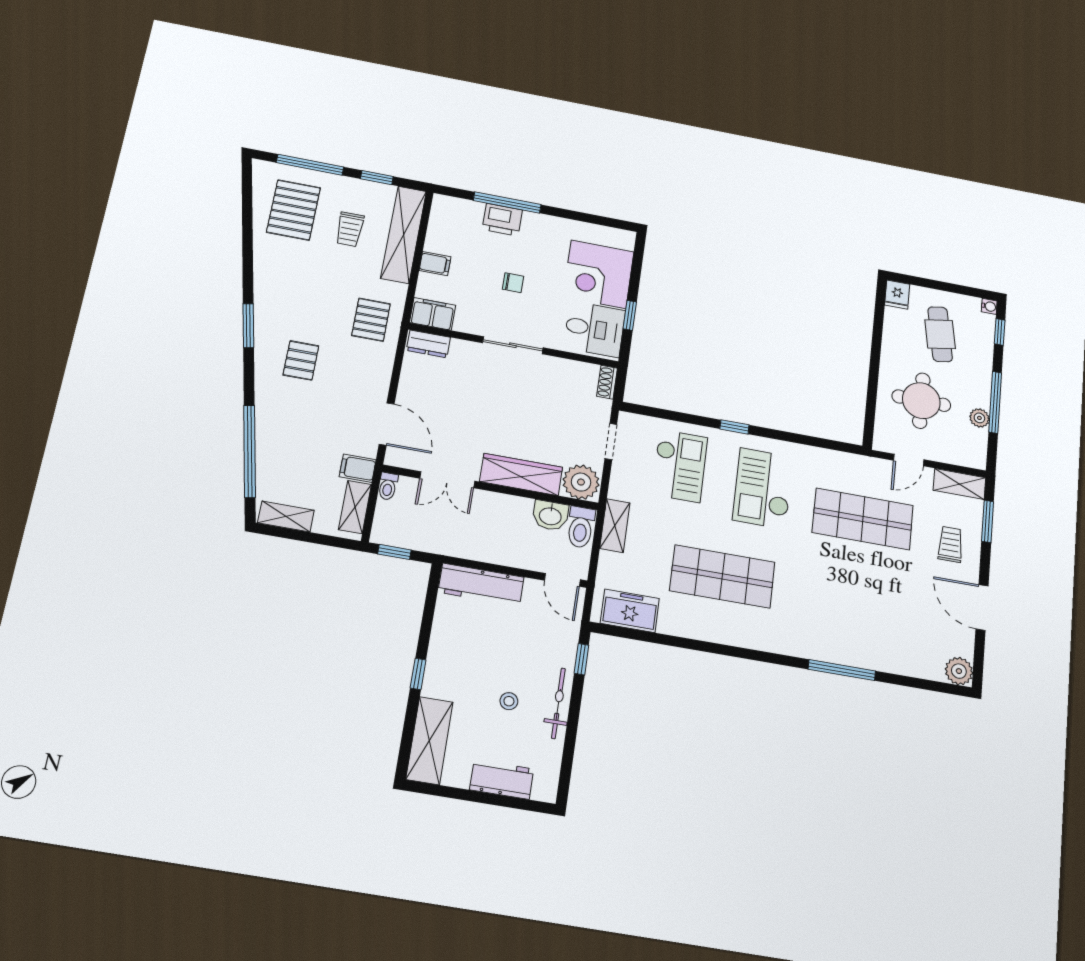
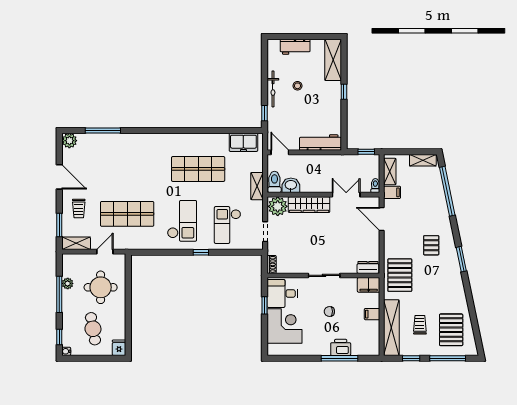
pallet: (371, 320) -> (400, 275), width x1.50, depth x1.42
window: (842, 670) -> (103, 131), moved

